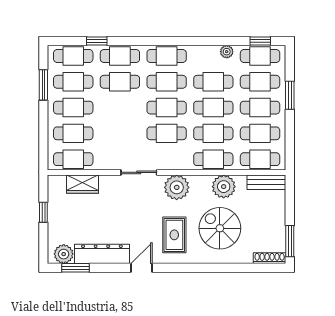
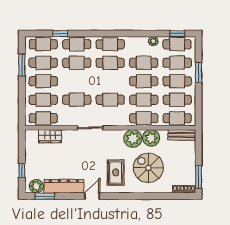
cafe table: (167, 108) -> (77, 100), moved
plant: (177, 187) -> (133, 138), moved
window: (43, 212) -> (22, 170), moved

